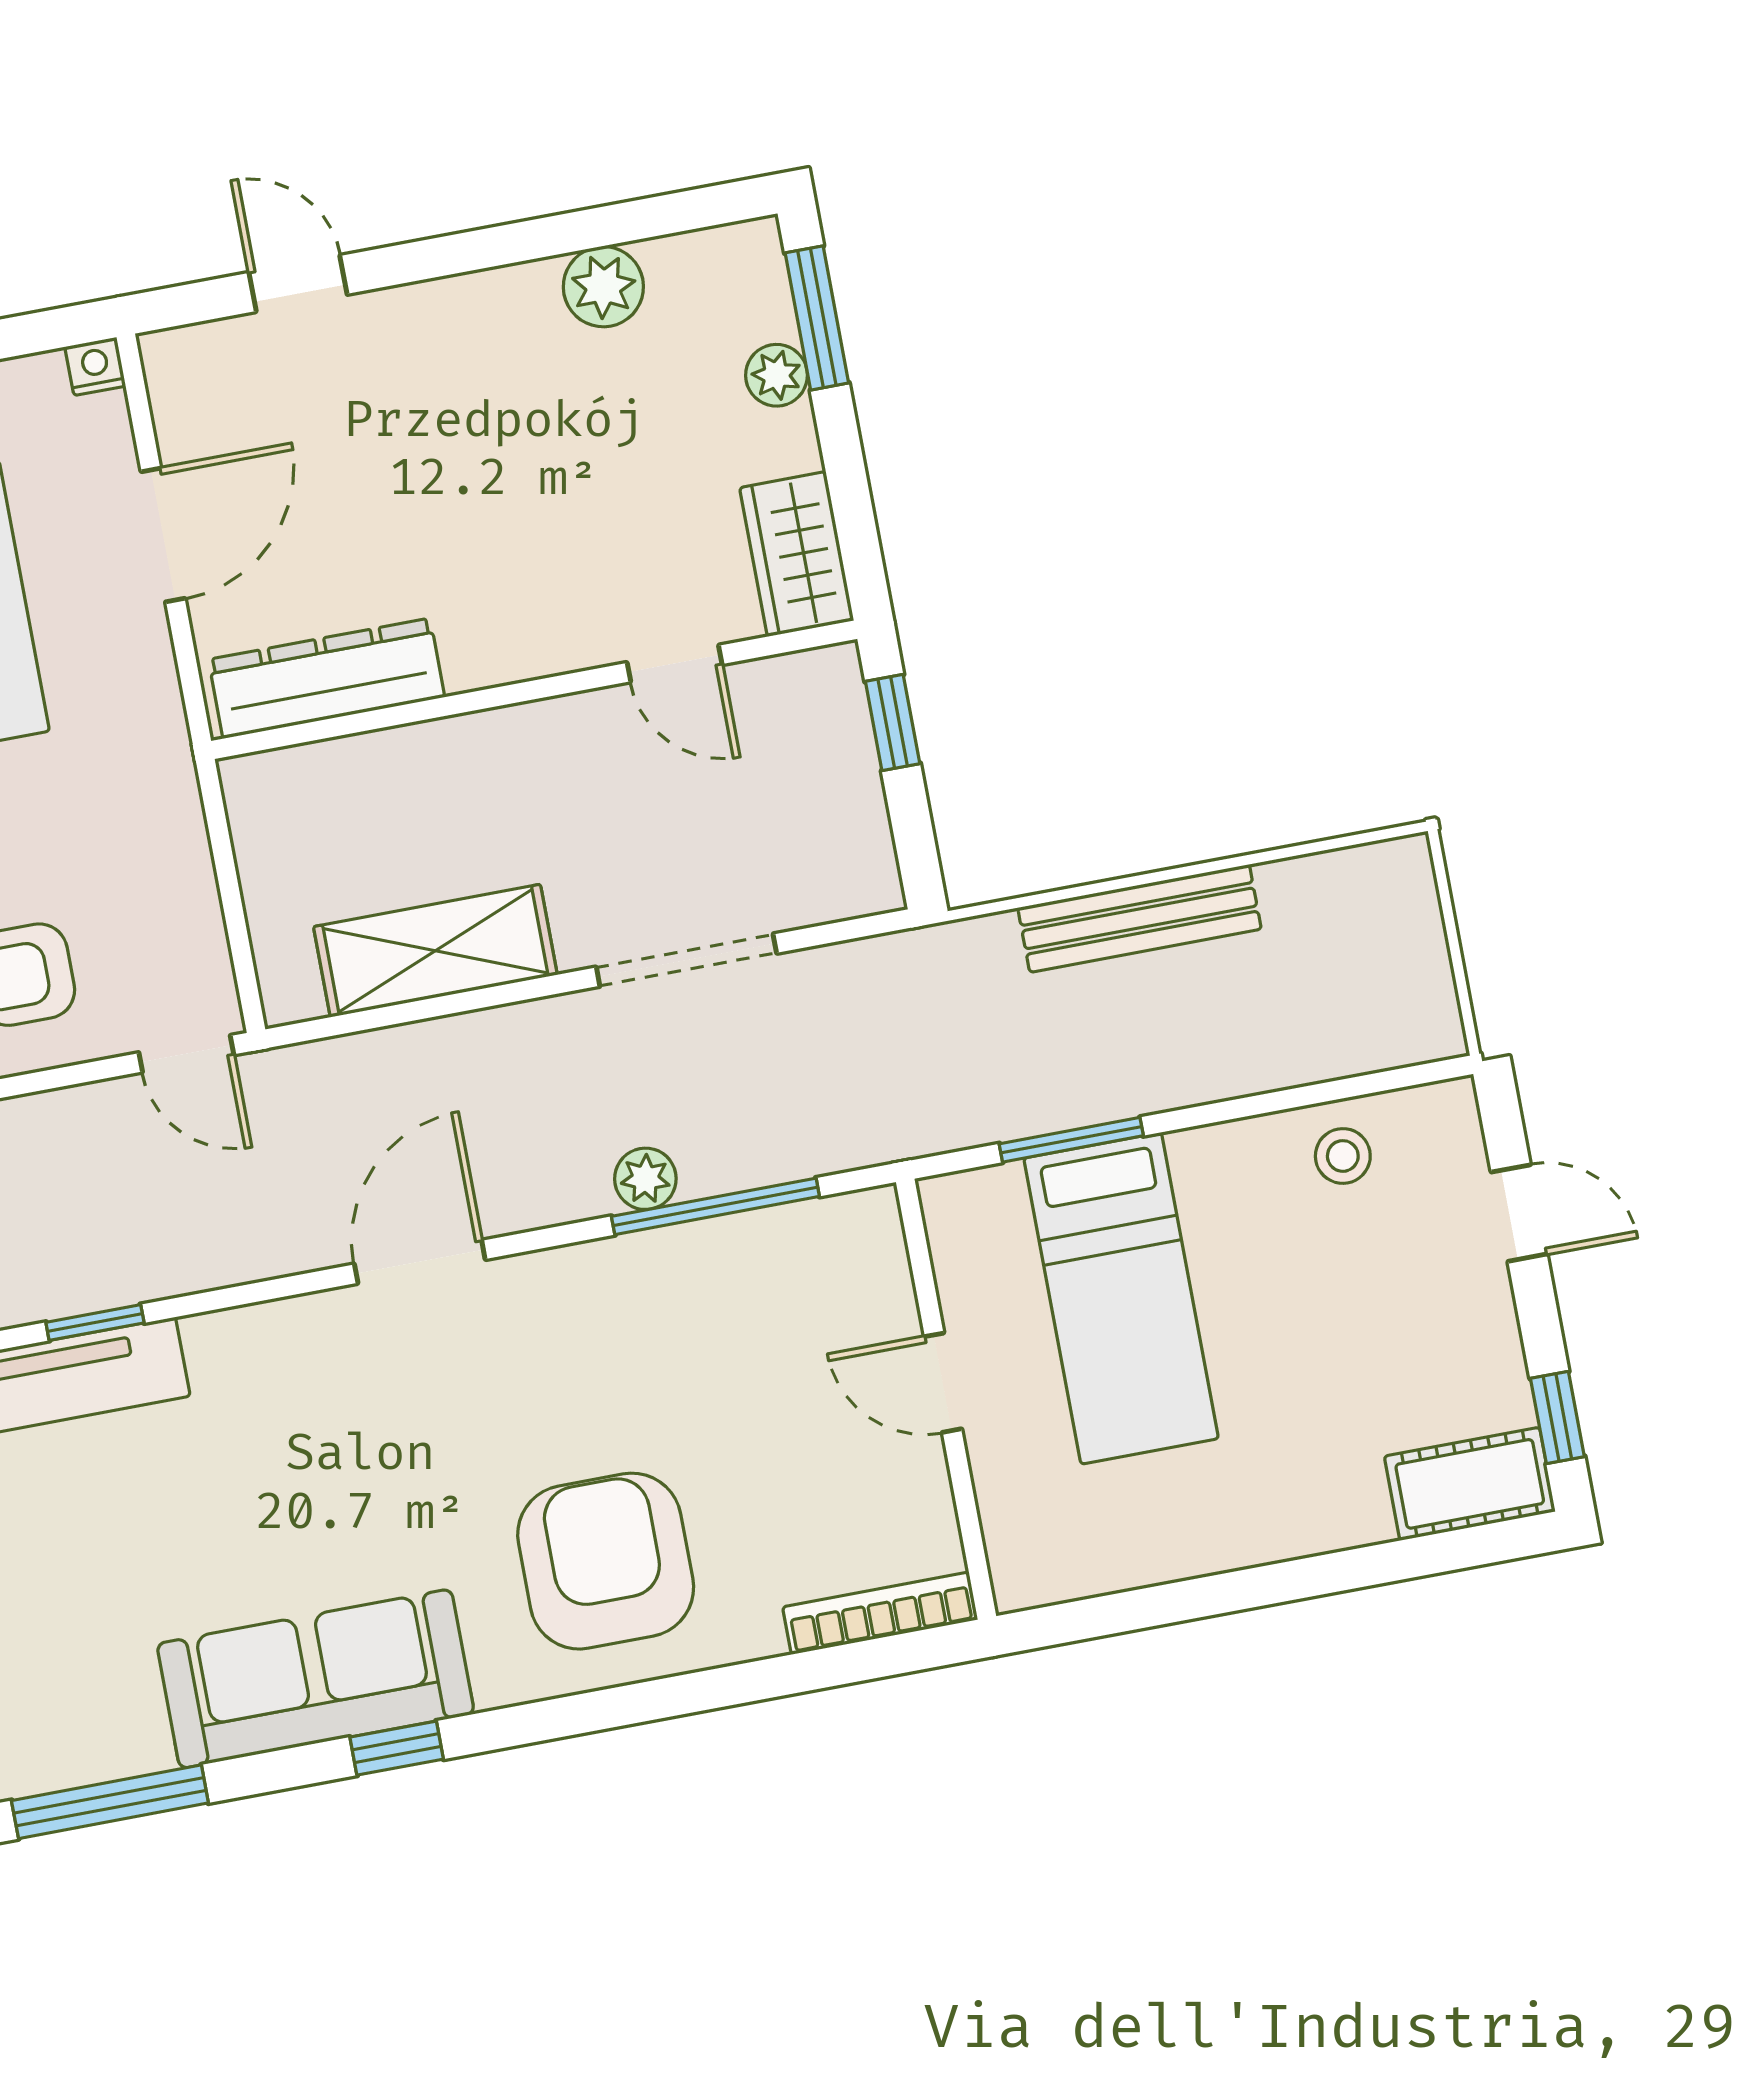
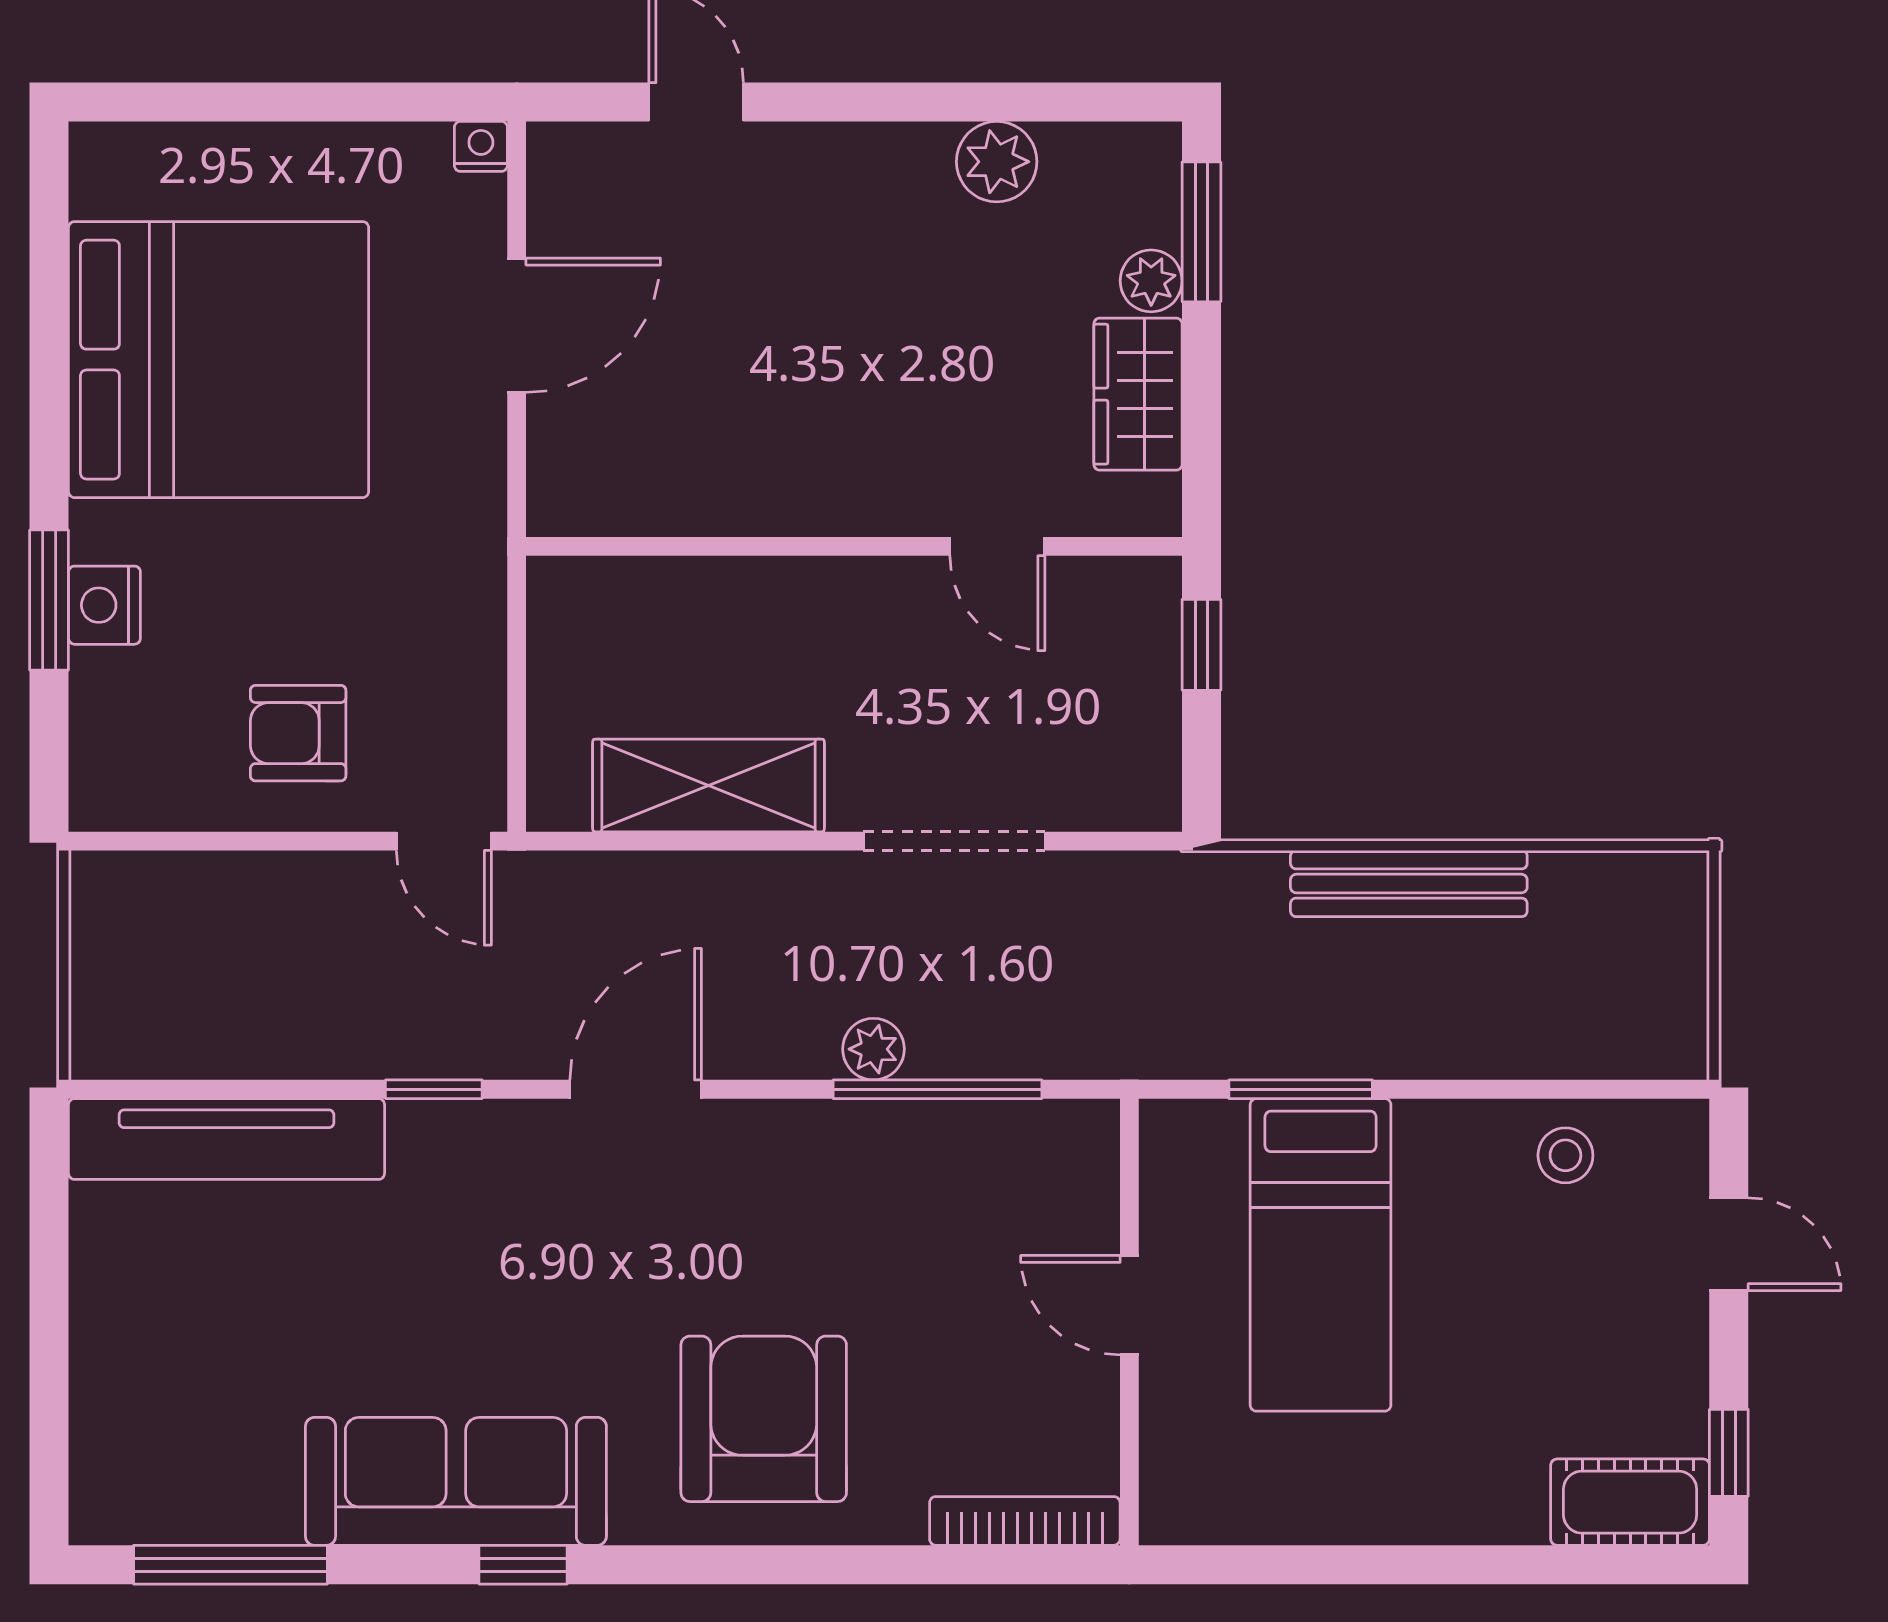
wardrobe: (797, 554) -> (1138, 394), moved
dresser: (327, 678) -> (651, 497), removed
window: (95, 1323) -> (434, 1089), moved

